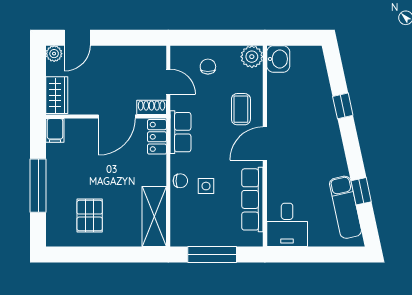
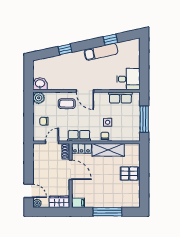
row of seats: (252, 199) -> (120, 98), width x0.68
exam couch: (345, 207) -> (101, 52), moved
pallet: (90, 216) -> (129, 173), moved
shelving: (154, 217) -> (108, 150), moved

